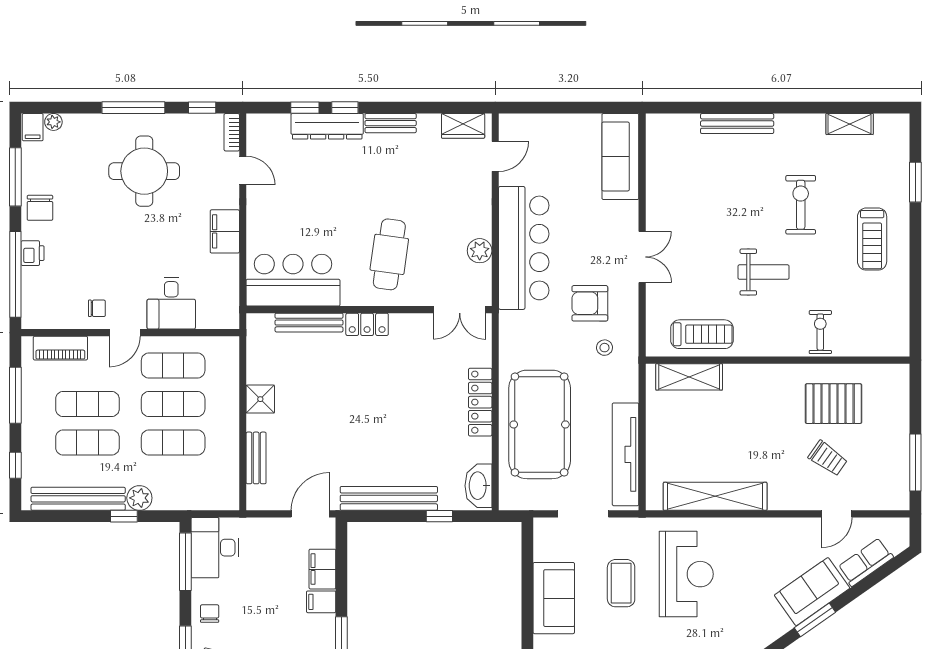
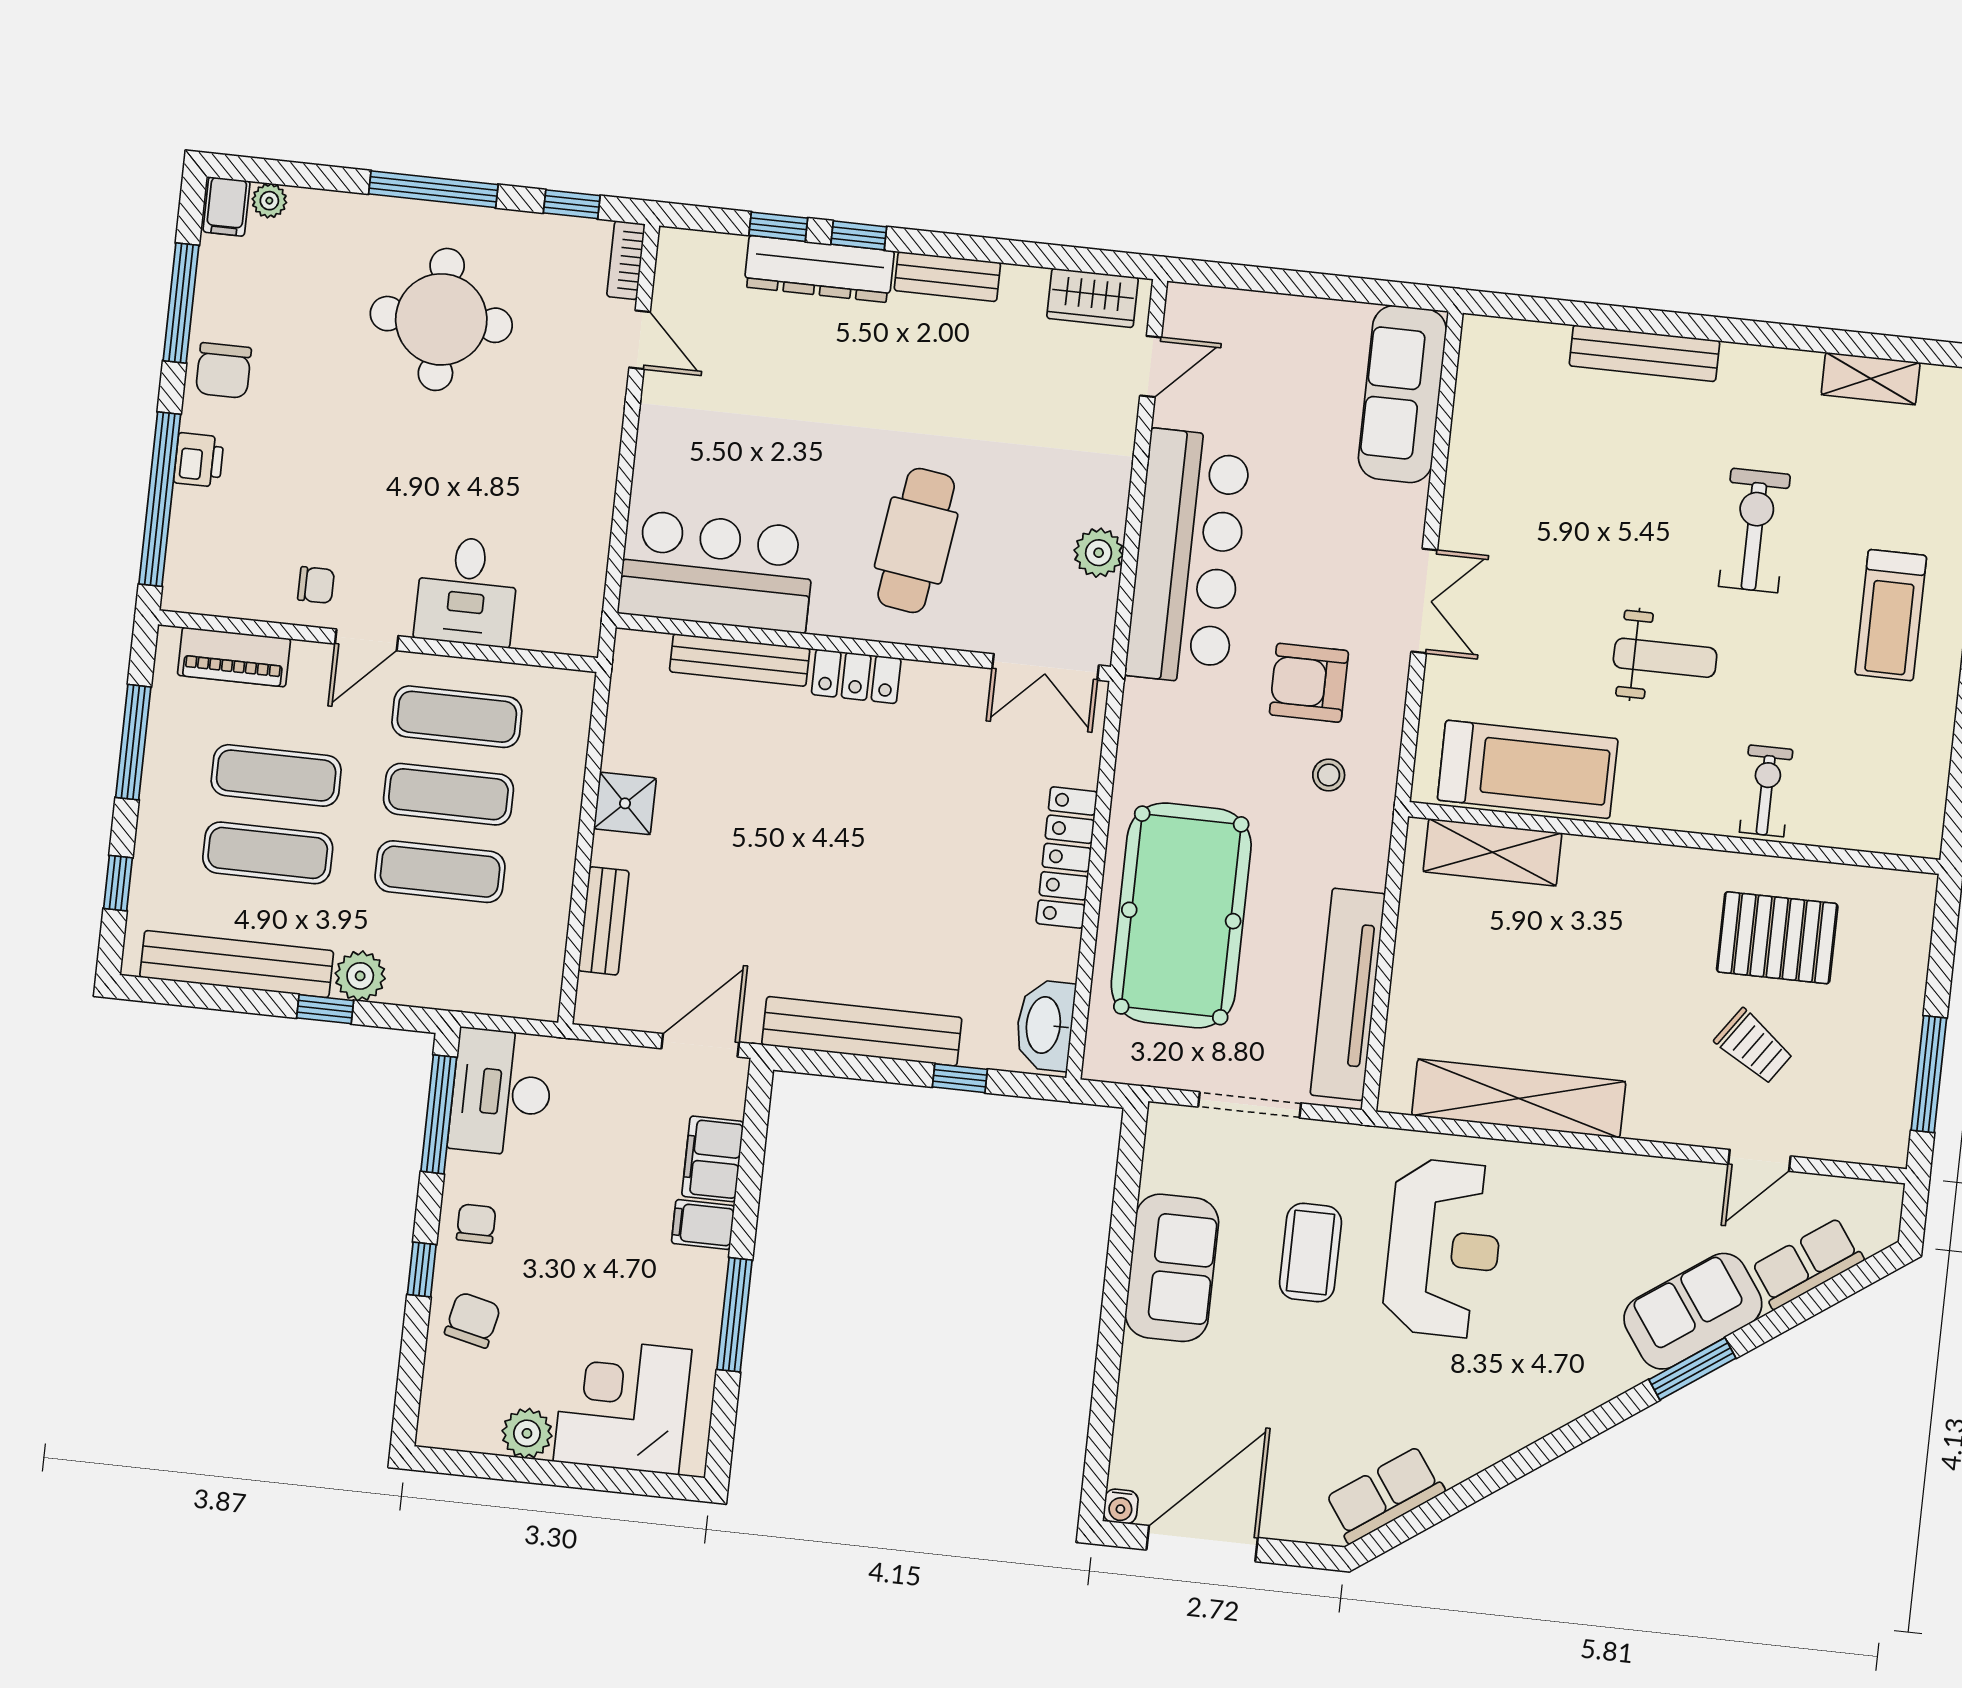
filing cabinet: (225, 231) -> (590, 458), removed
treadmill: (702, 334) -> (1528, 769), width x1.37, depth x1.38

